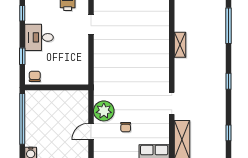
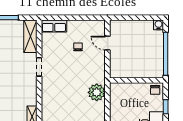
plant: (104, 111) -> (97, 92), moved
door: (91, 132) -> (107, 43), swing flipped

